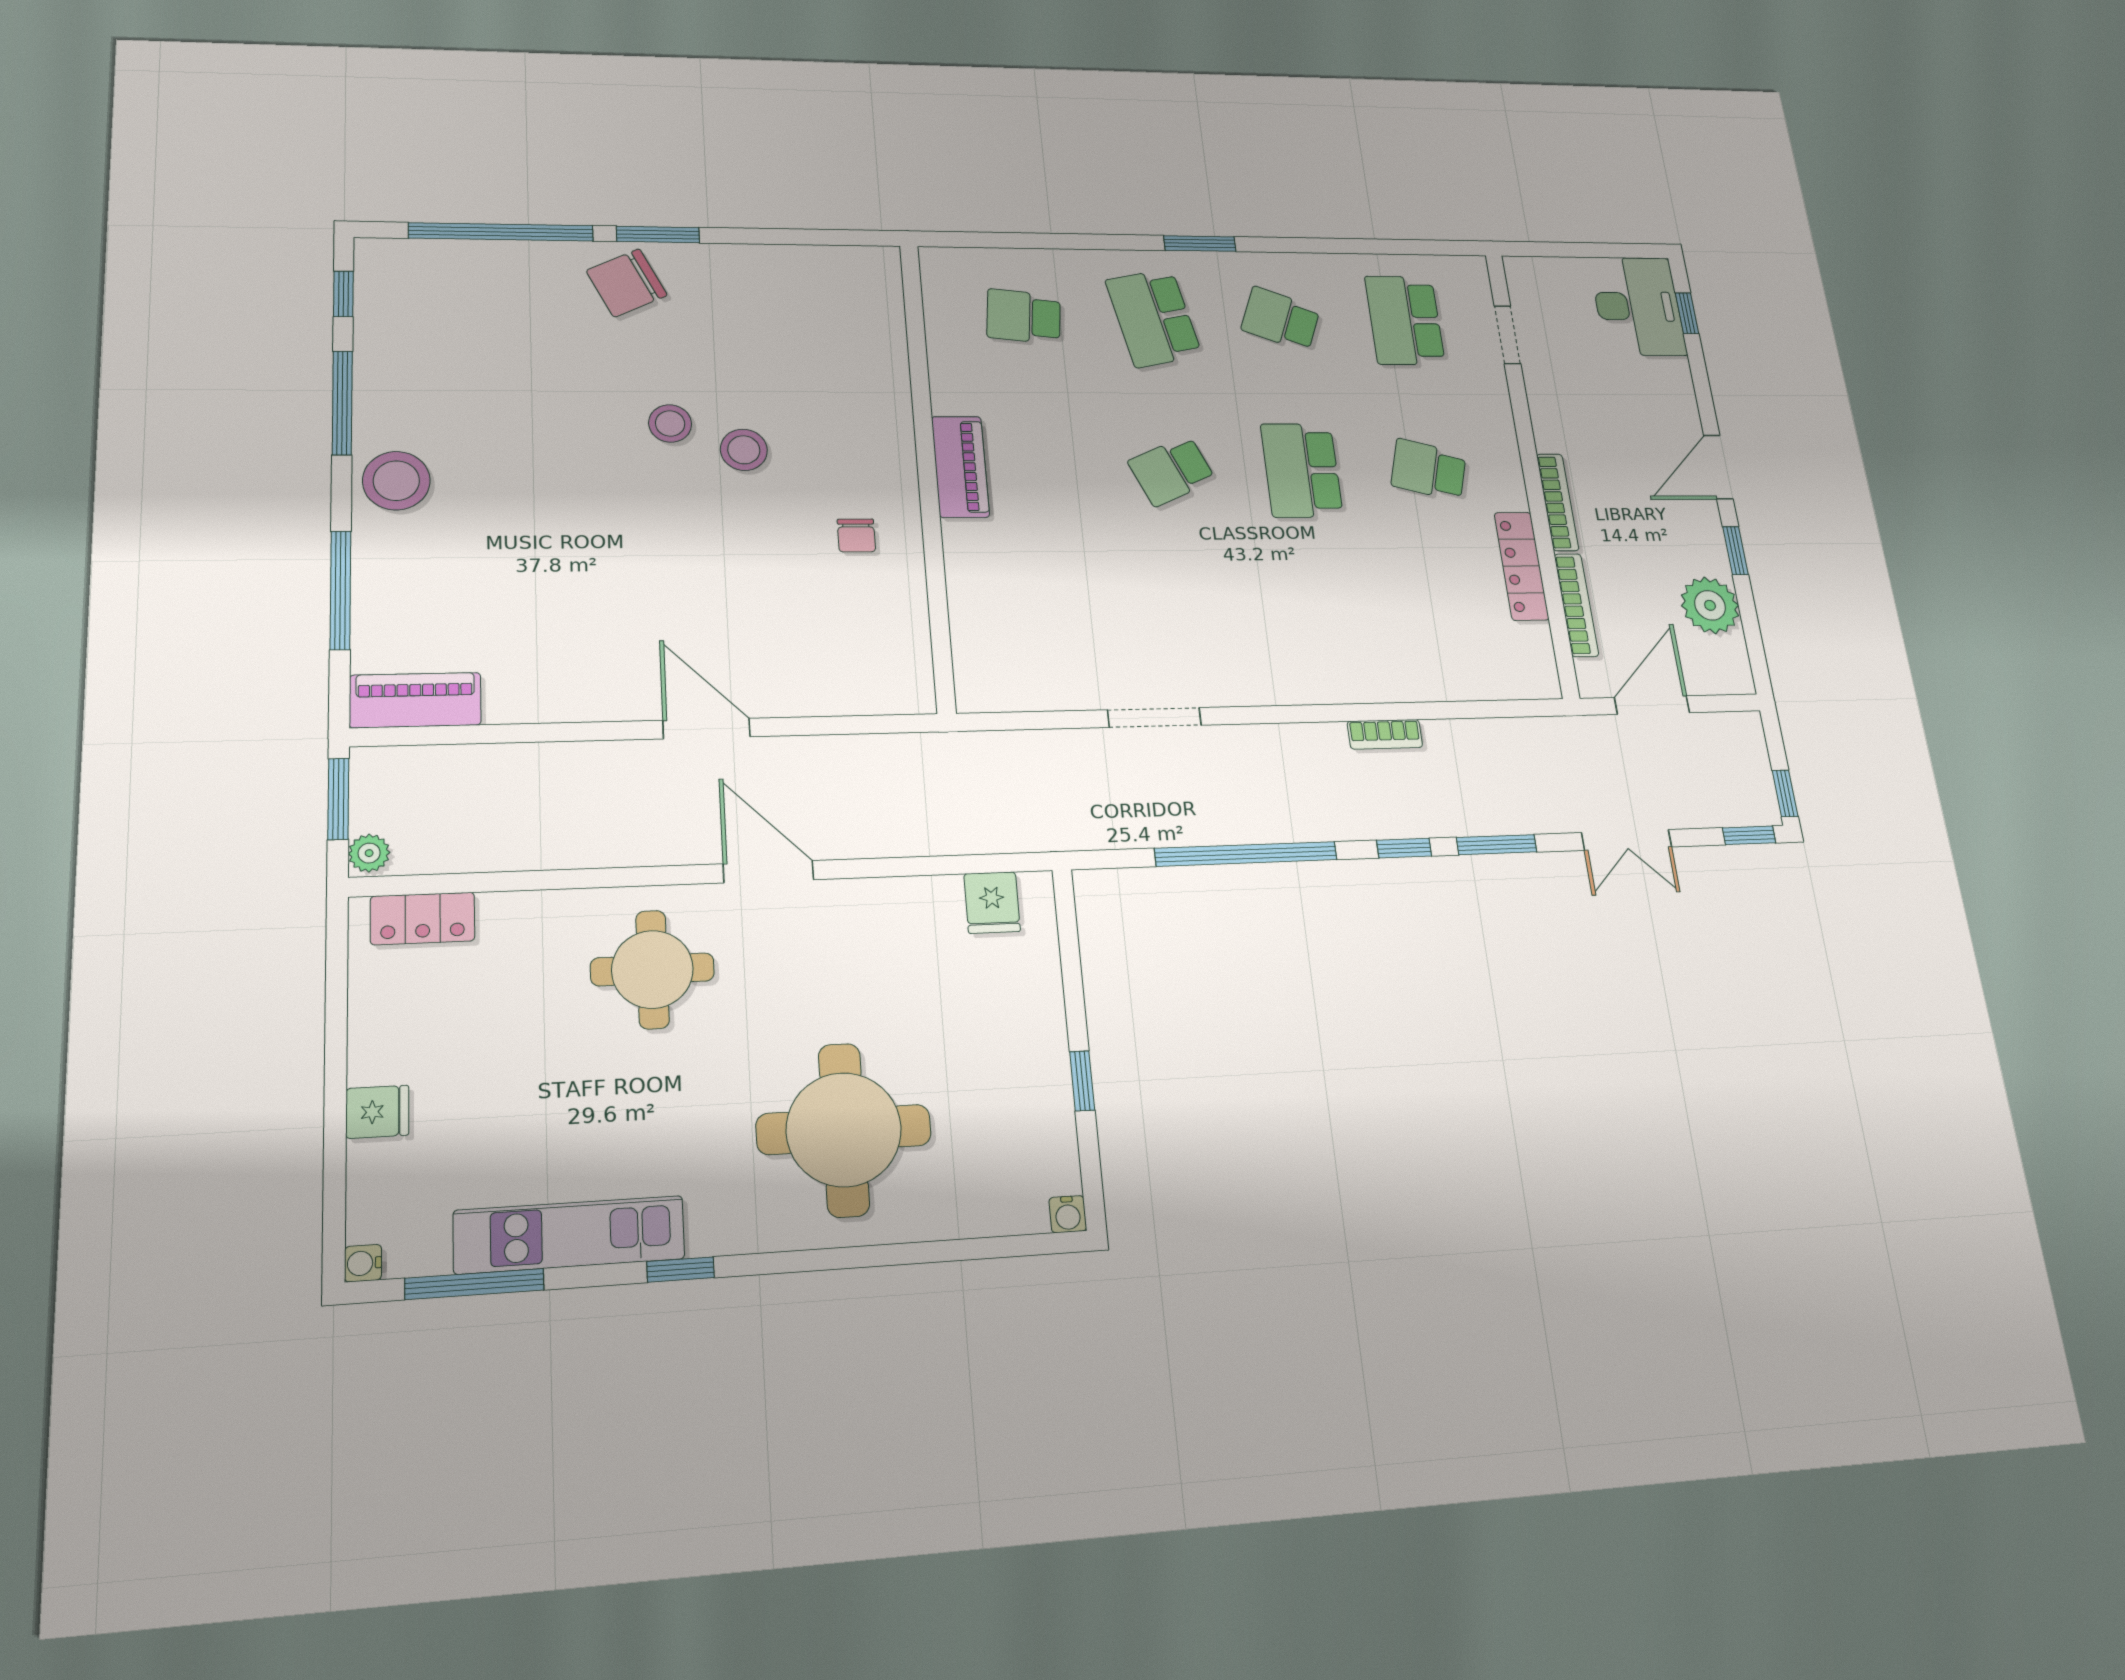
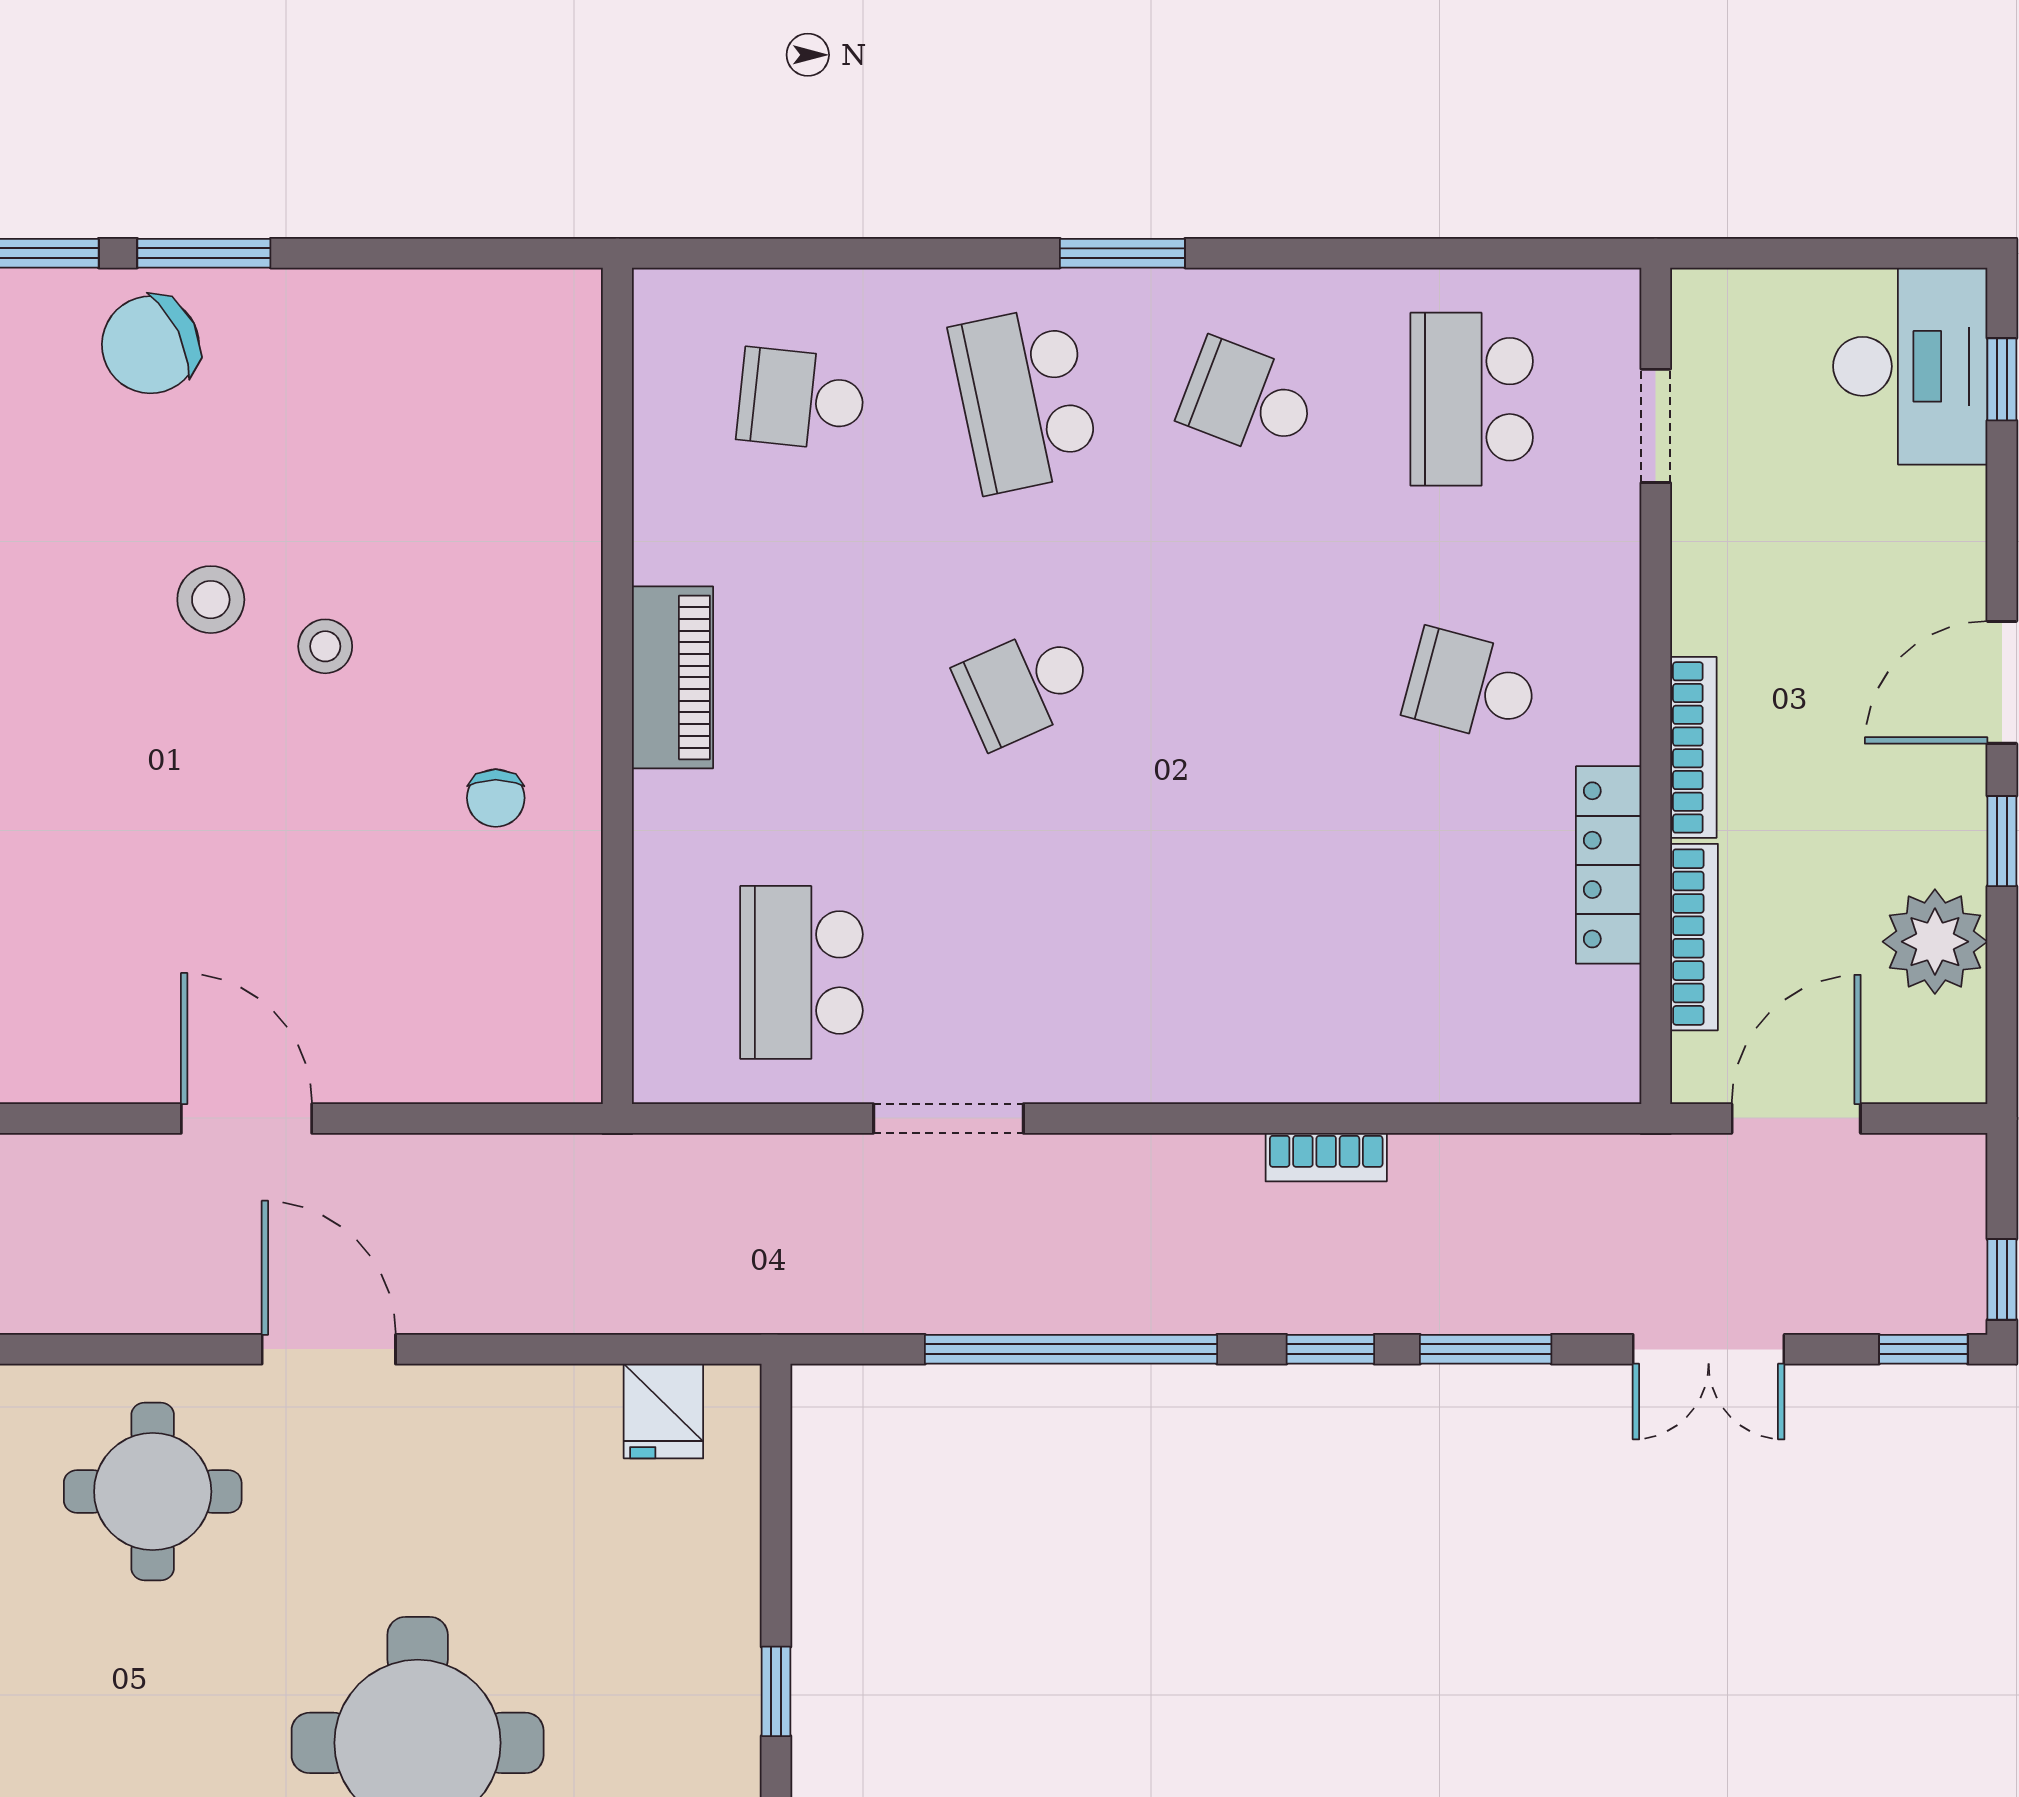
stool: (744, 450) -> (325, 646), width x0.73, depth x0.73
school desk: (1302, 470) -> (801, 972), moved

